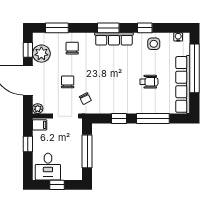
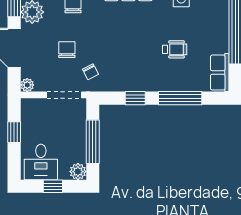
row of seats: (183, 84) -> (220, 73), width x0.50
filing cabinet: (40, 125) -> (30, 107), removed
plant: (76, 174) -> (78, 172), added

